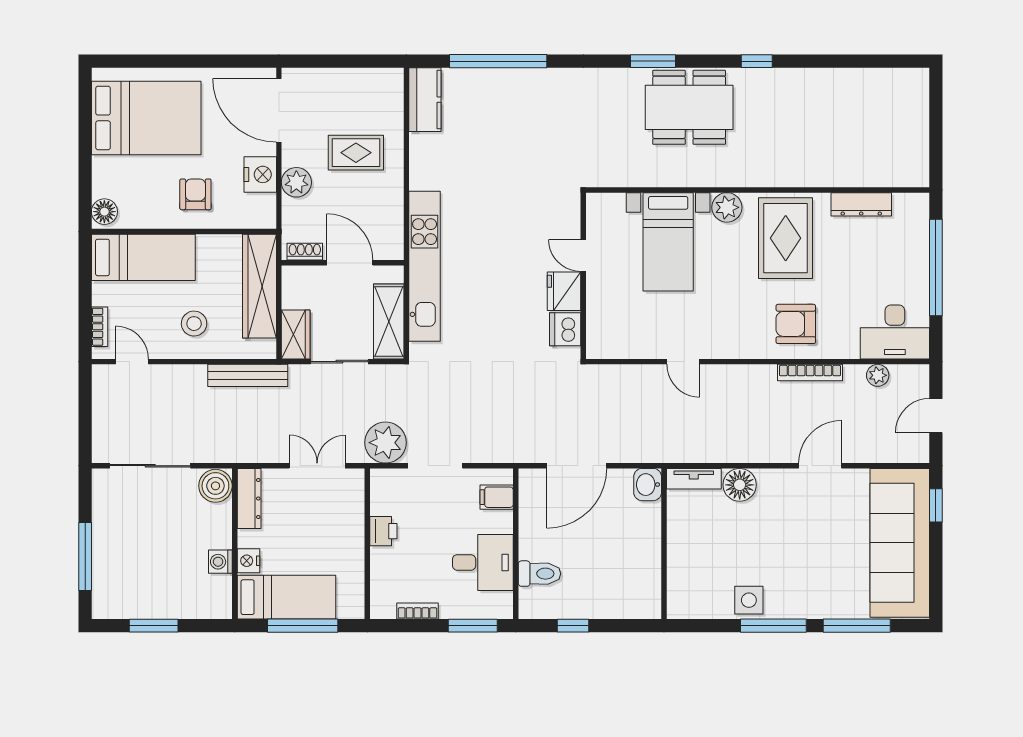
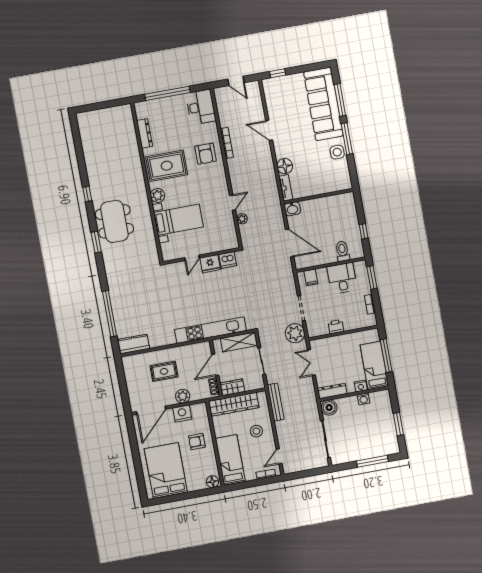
rug: (356, 153) -> (164, 371), turned 90
wardrobe: (296, 334) -> (232, 387), moved
plant: (878, 375) -> (242, 219), moved
sofa: (900, 543) -> (323, 104), moved, turned 90

